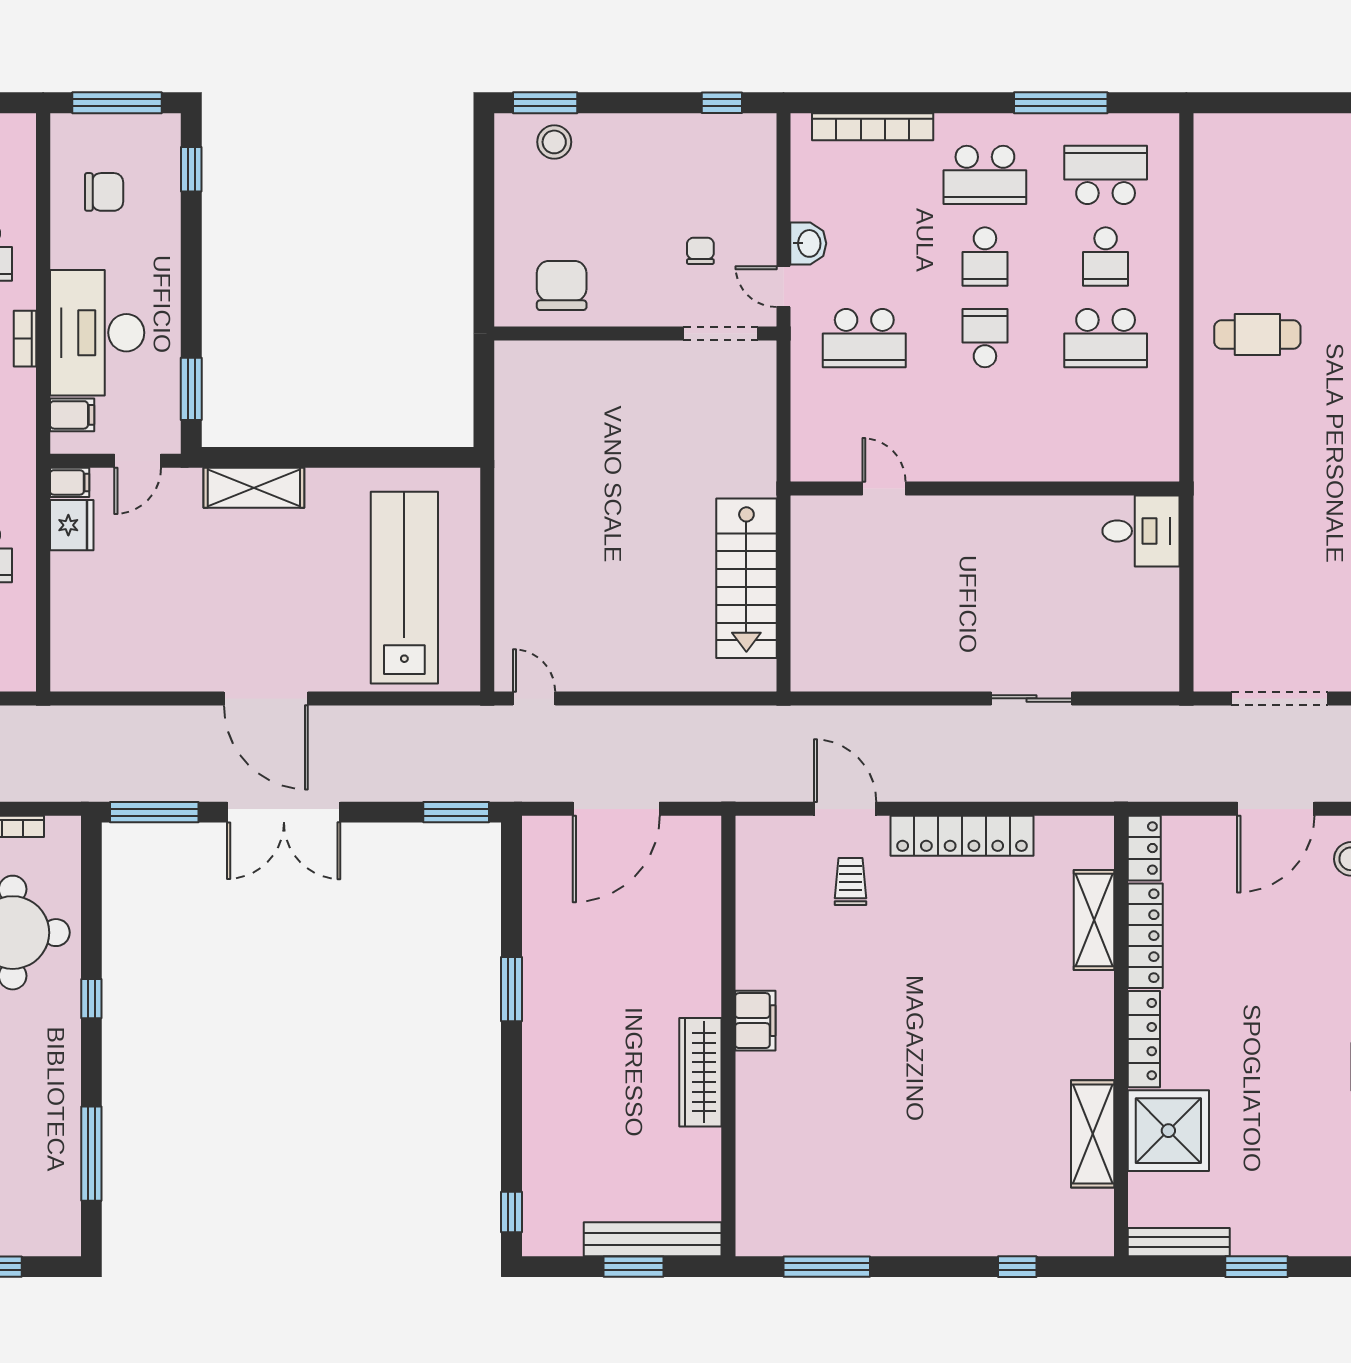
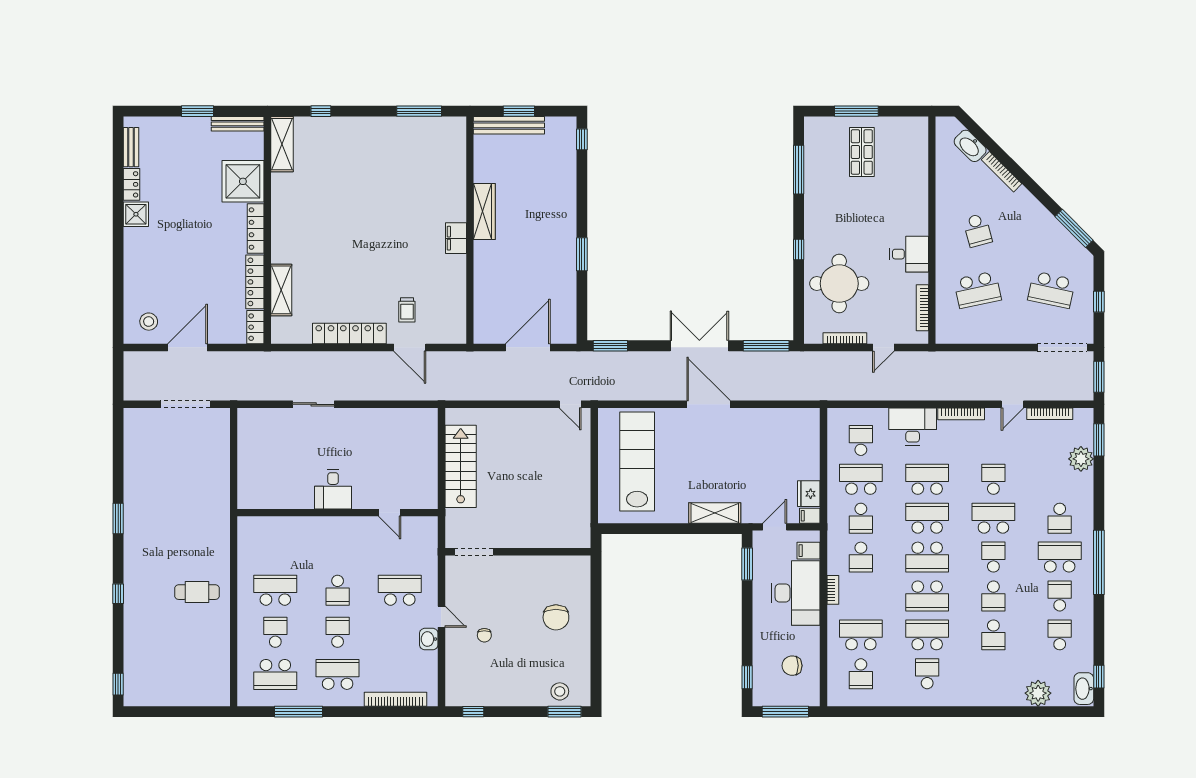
wall: (635, 333) -> (518, 552), moved
doorway: (720, 333) -> (474, 552), moved
desk: (1141, 531) -> (333, 489), moved, turned -90
lab bench: (404, 588) -> (637, 461), turned 180
shelving: (1093, 1134) -> (282, 144), moved

